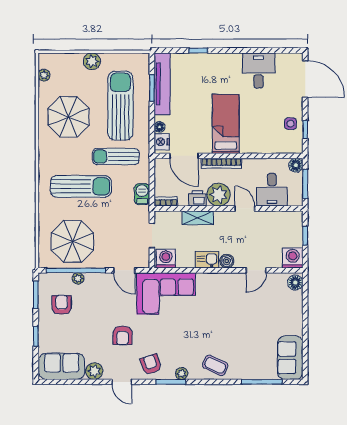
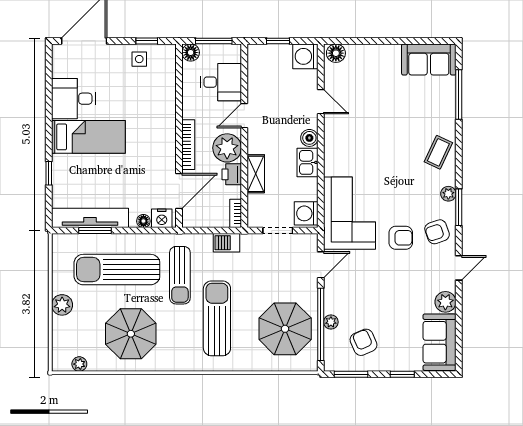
bed: (226, 124) -> (88, 137), moved, turned 180
armchair: (62, 305) -> (364, 342), turned 66
armchair: (123, 335) -> (401, 238), moved

